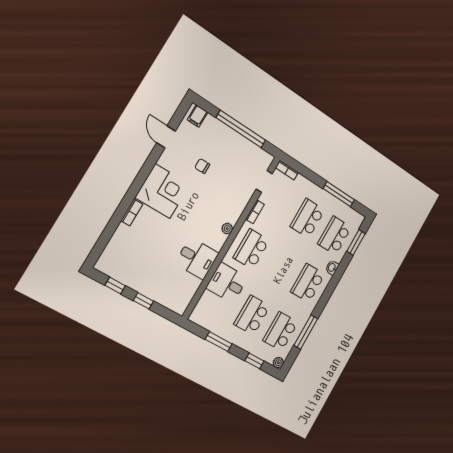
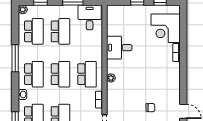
corner desk: (163, 191) -> (166, 28), moved
school desk: (280, 266) -> (60, 74), added
desk: (227, 283) -> (90, 18), moved, turned -90
window: (306, 332) -> (15, 58), moved

